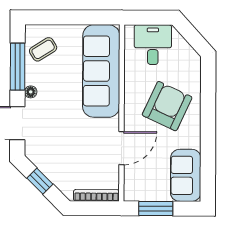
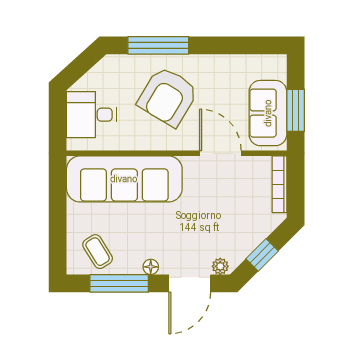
window: (208, 99) -> (158, 45), added
armchair: (167, 106) -> (168, 97), turned -84
plant: (31, 148) -> (220, 266), added
sofa: (186, 175) -> (268, 113), moved, turned 90

